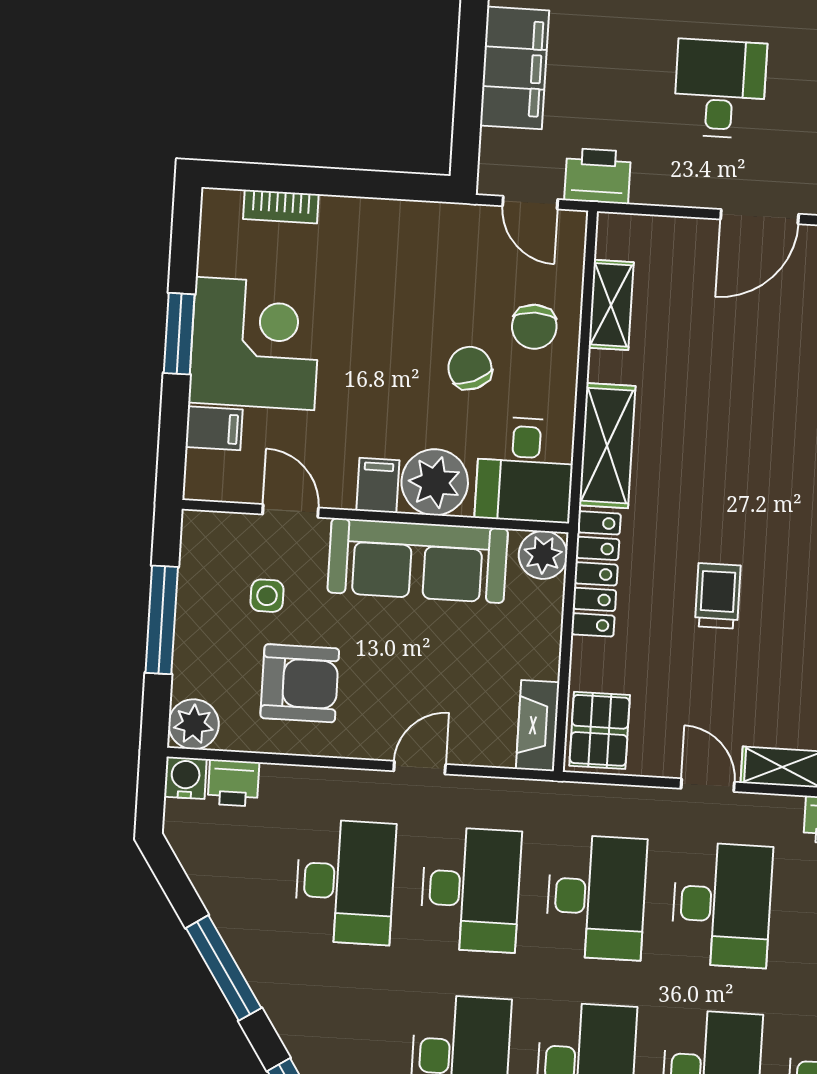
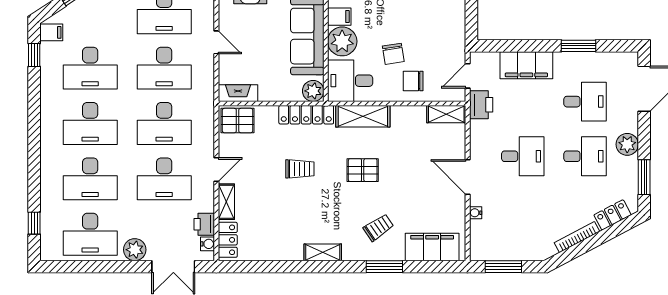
shelving: (611, 305) -> (446, 114), moved
chair: (470, 368) -> (393, 54), turned 104
pallet: (729, 453) -> (363, 170), added

